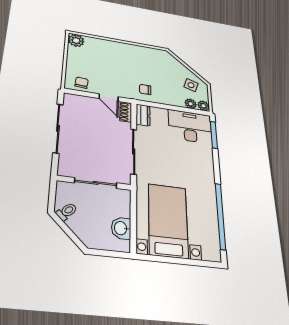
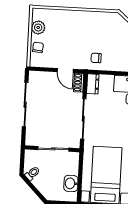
plant: (76, 40) -> (38, 28), moved
chair: (82, 83) -> (38, 47), moved

